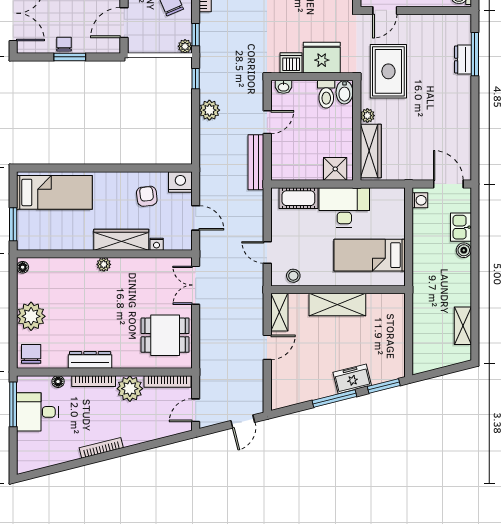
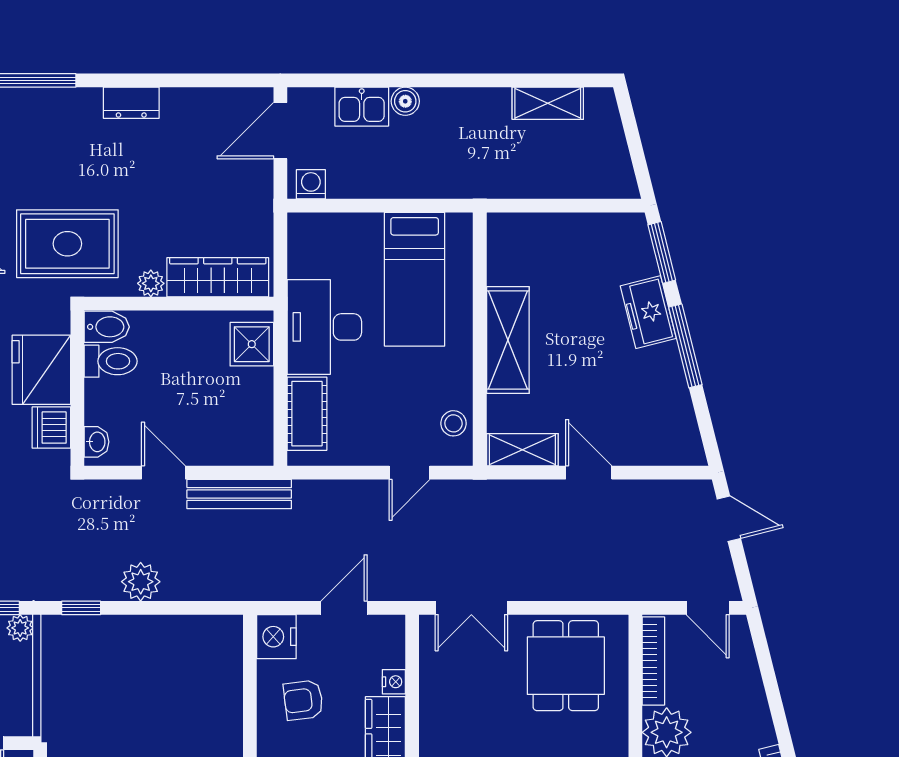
dresser: (463, 59) -> (131, 103), moved

